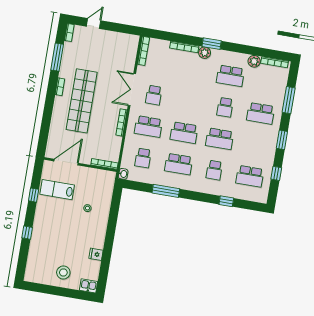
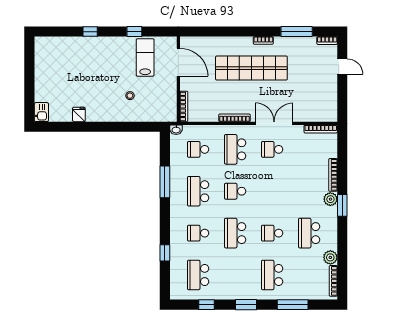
school desk: (184, 133) -> (235, 191), width x0.54
stool: (63, 273) -> (52, 81), removed

